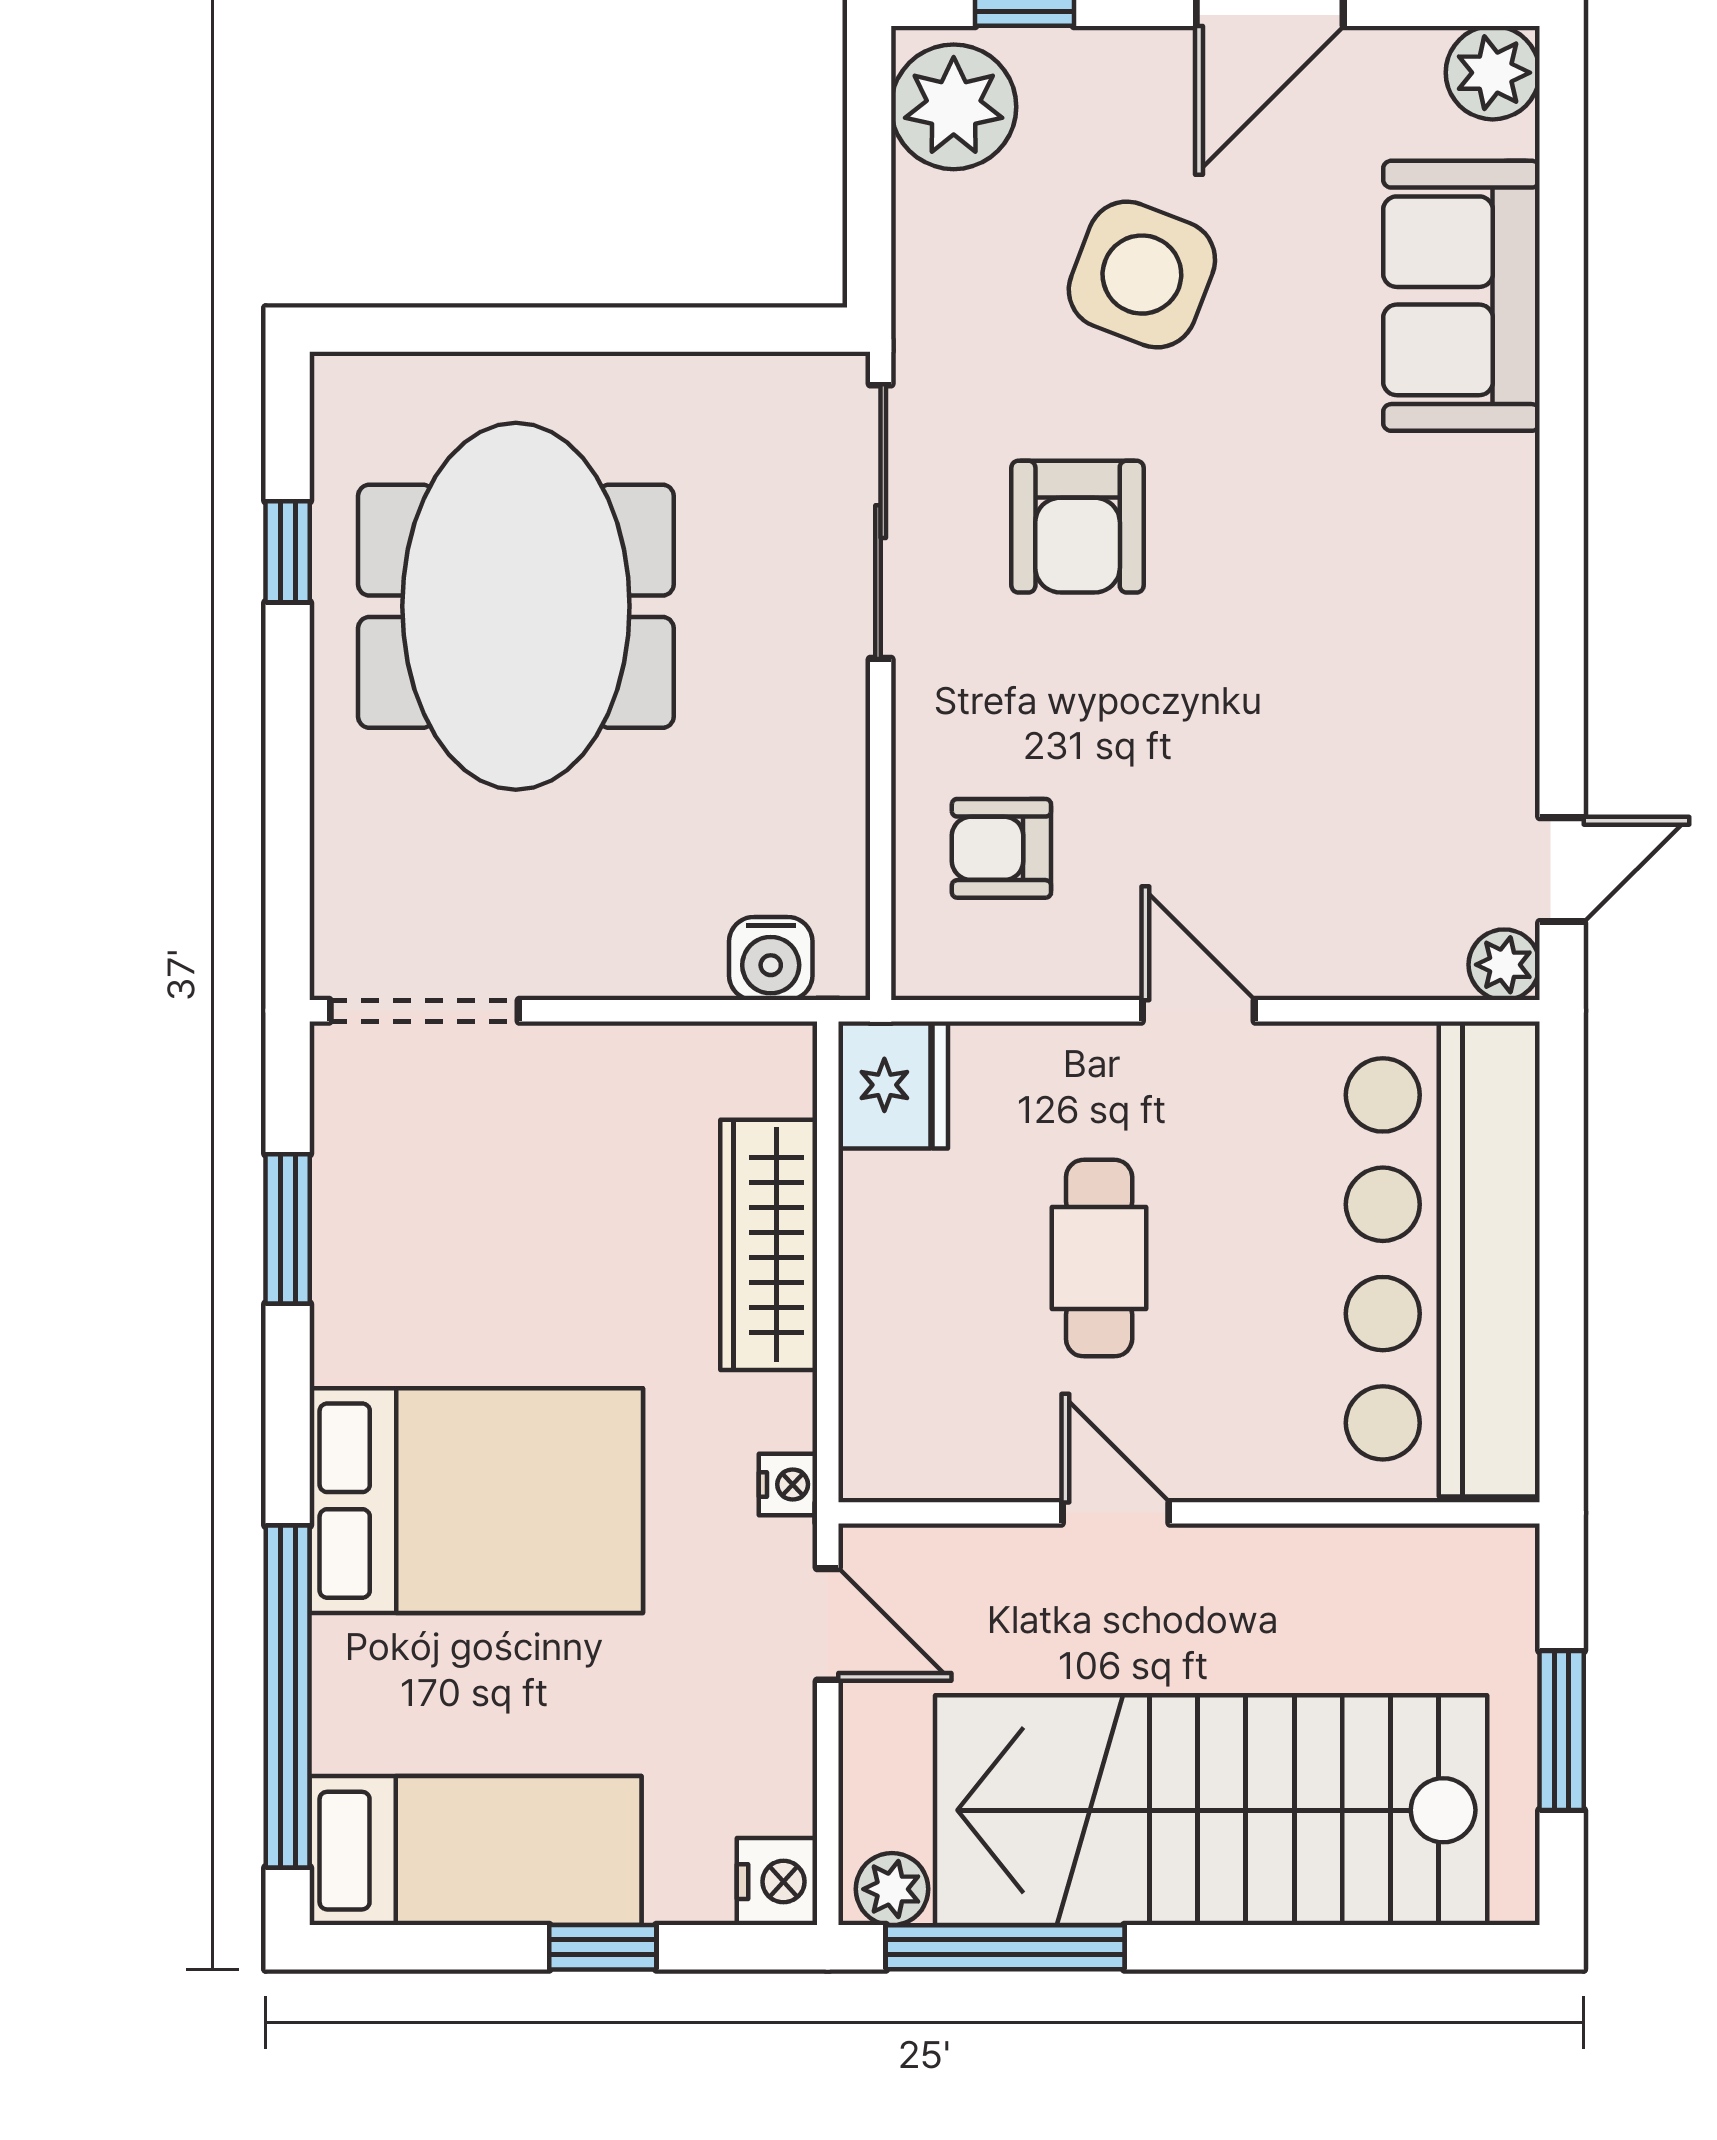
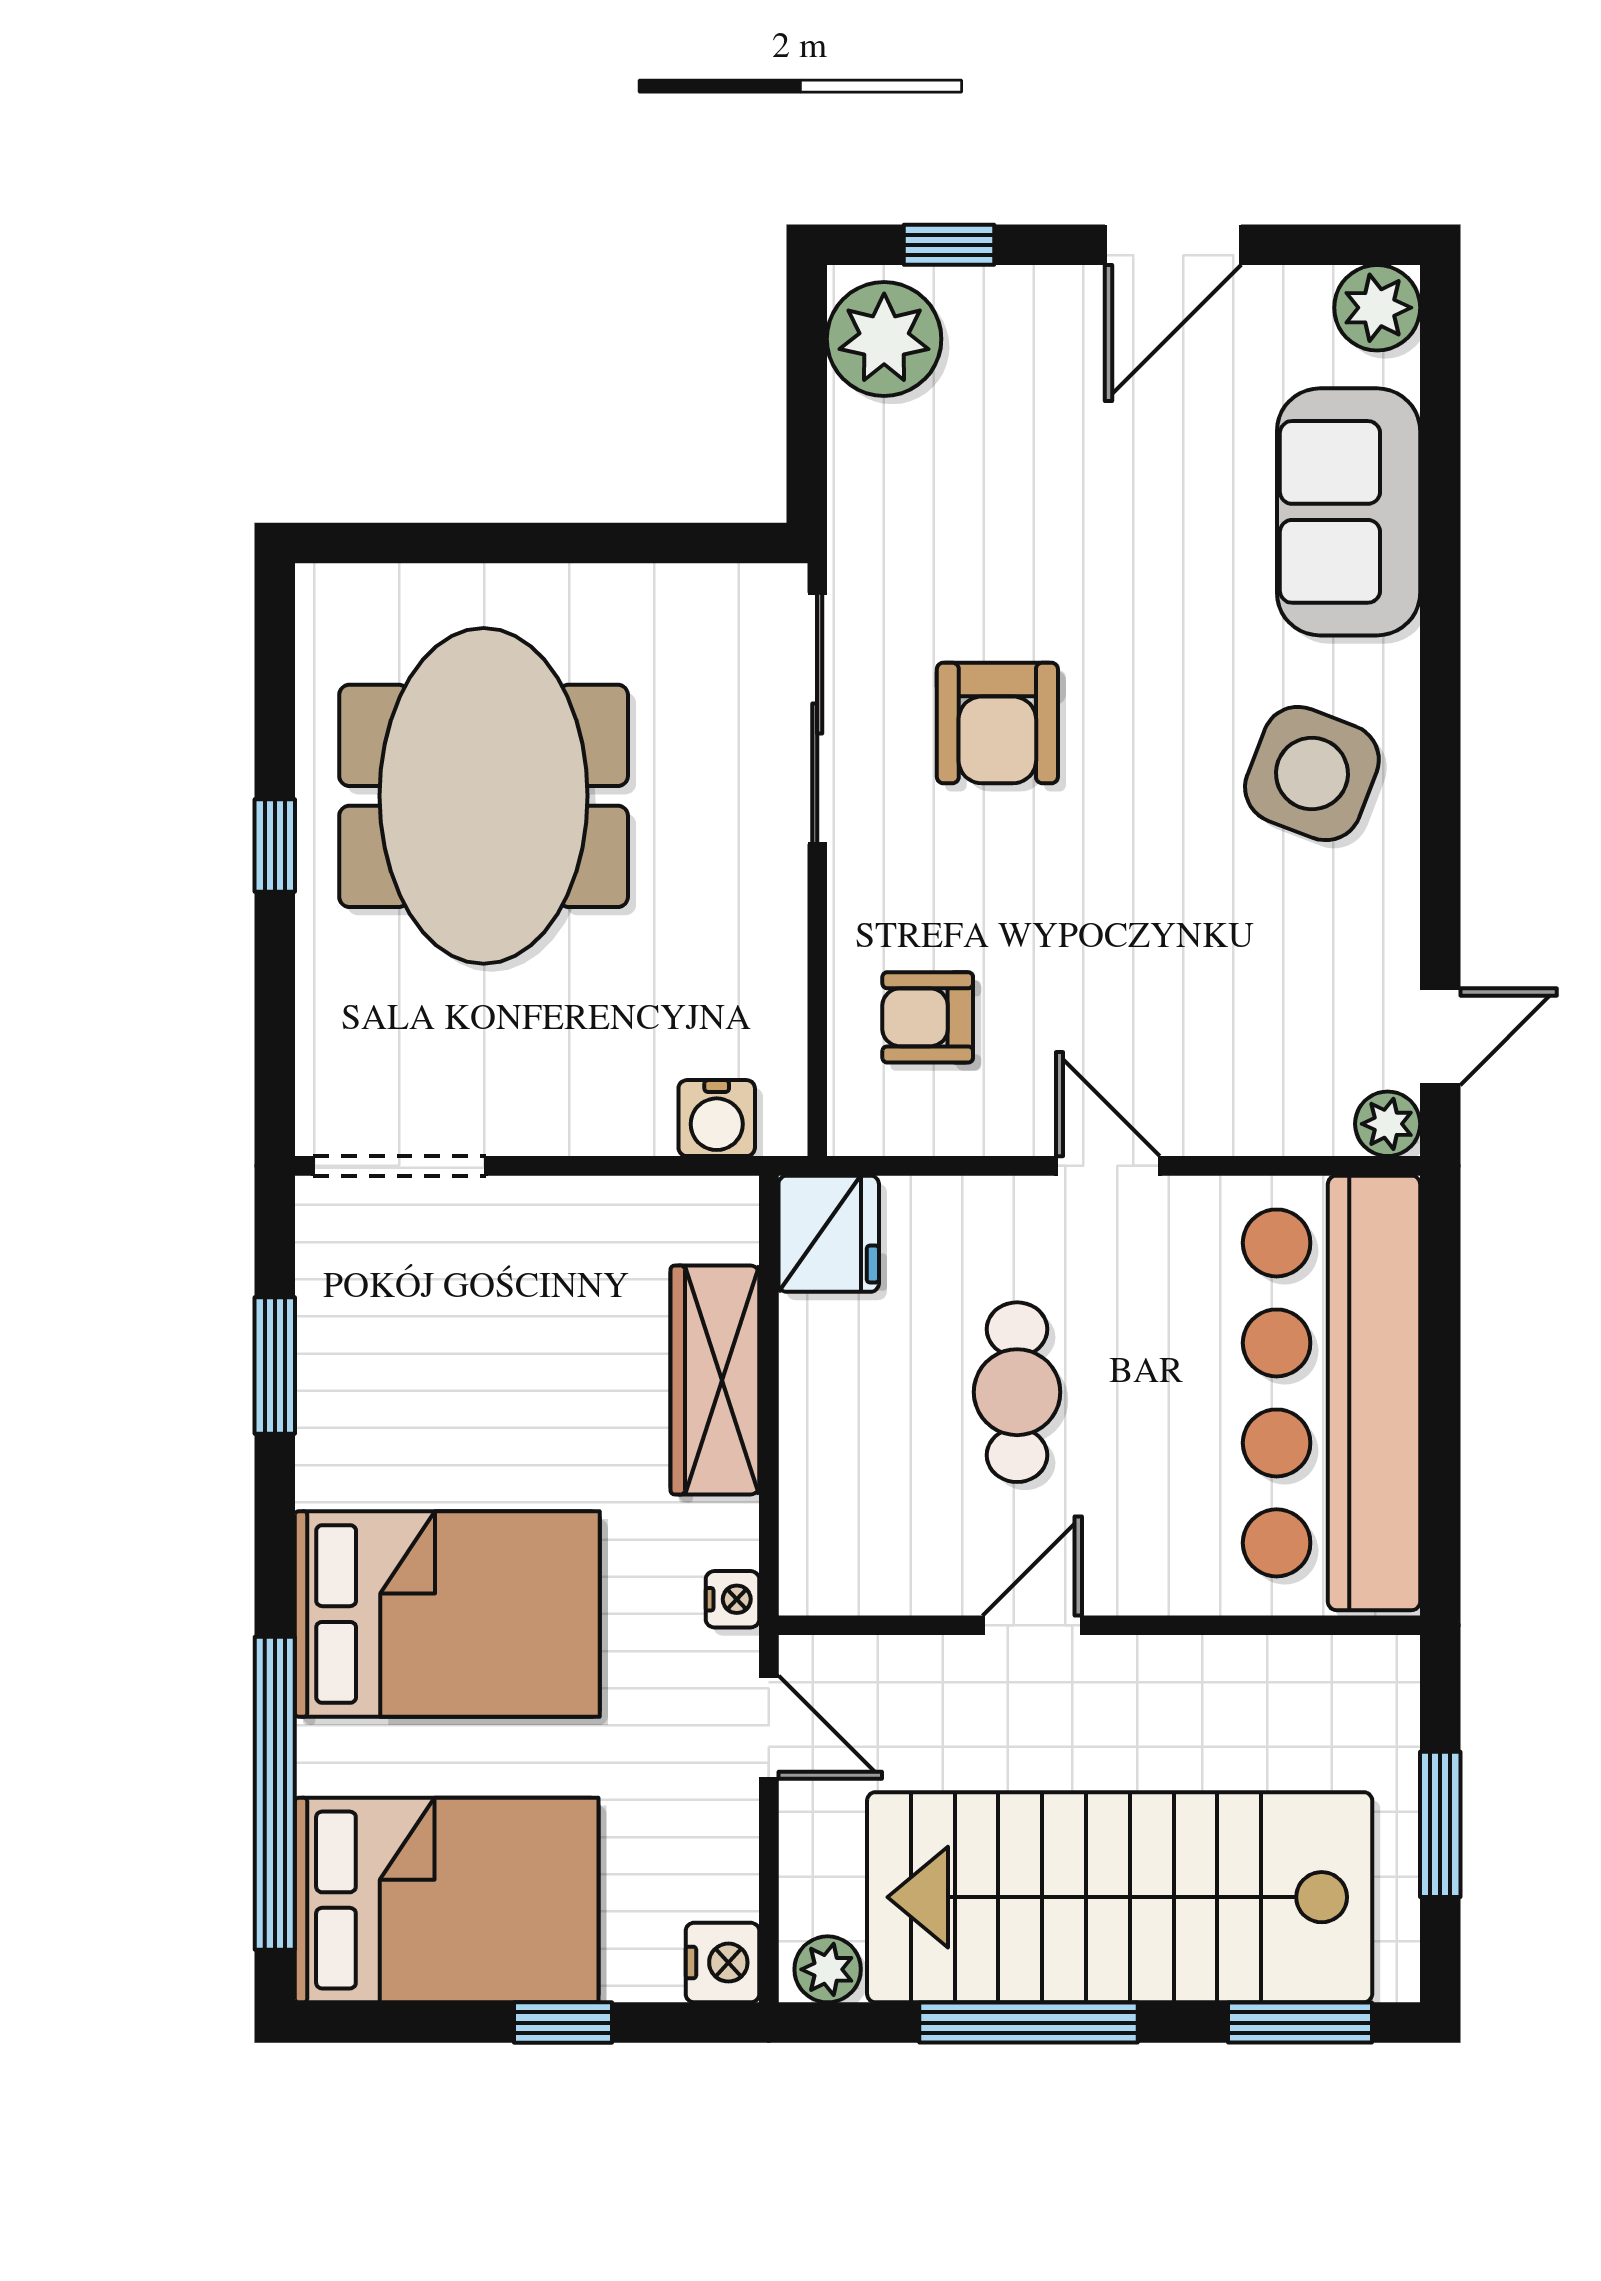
side table: (1142, 275) -> (1312, 774), moved
window: (288, 552) -> (275, 846), moved
door: (1116, 1513) -> (1032, 1625), hinge flipped
bed: (476, 1851) -> (447, 1900), width x1.50
window: (1005, 1947) -> (1028, 2023), moved
window: (1408, 1947) -> (1300, 2023), added

